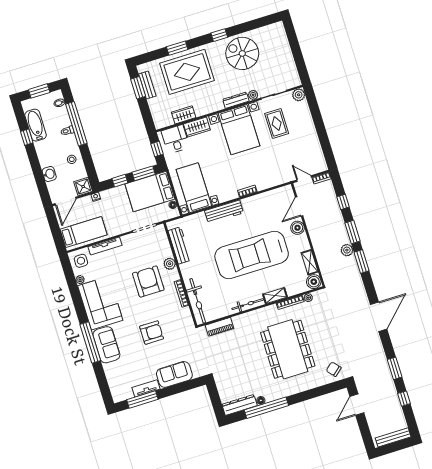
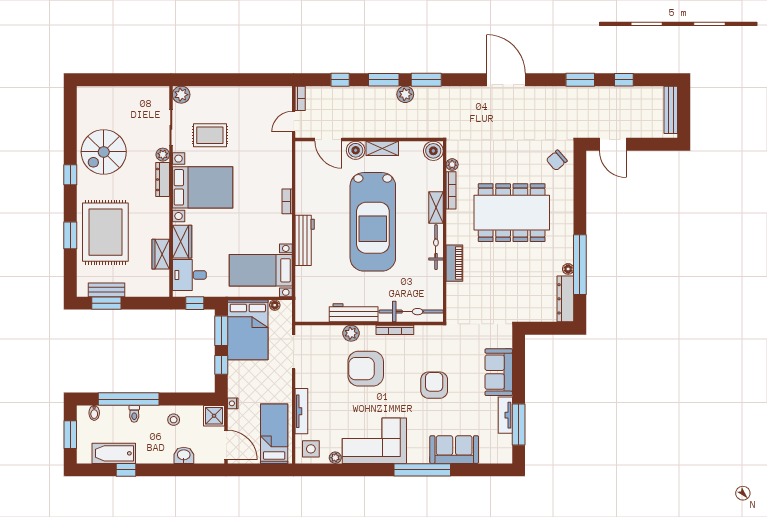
workbench: (180, 245) -> (354, 313), moved
shelving: (310, 262) -> (382, 148), moved
piano: (220, 327) -> (454, 263), moved
sofa: (106, 345) -> (454, 450), moved

